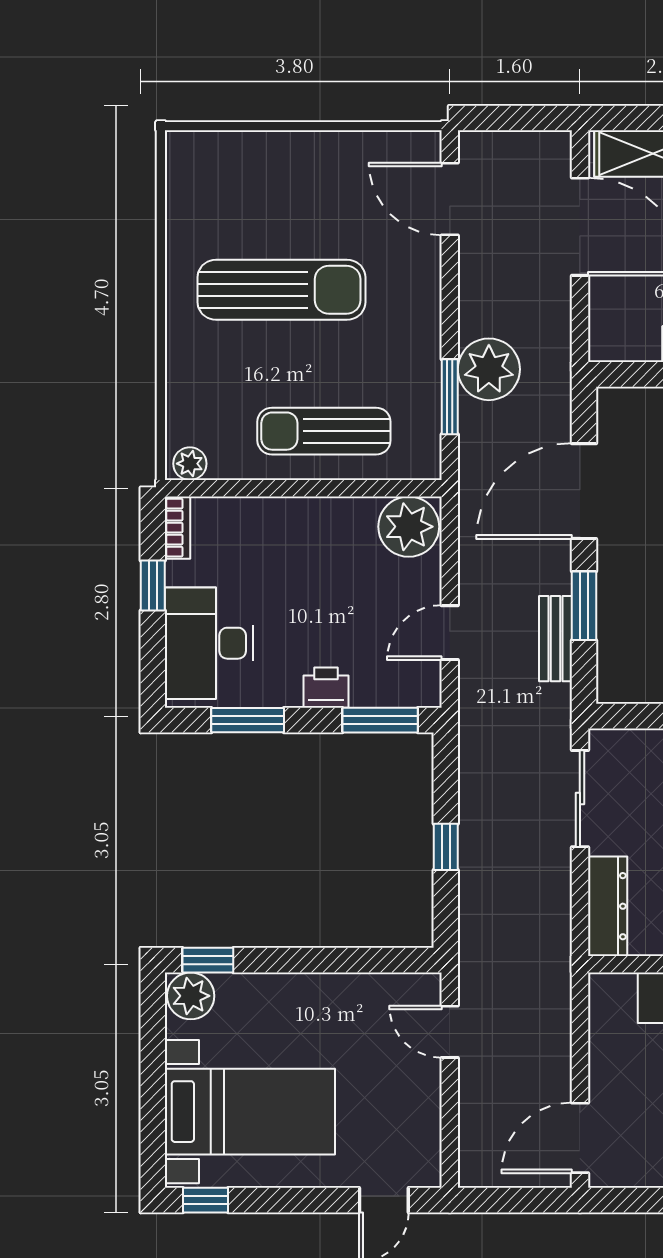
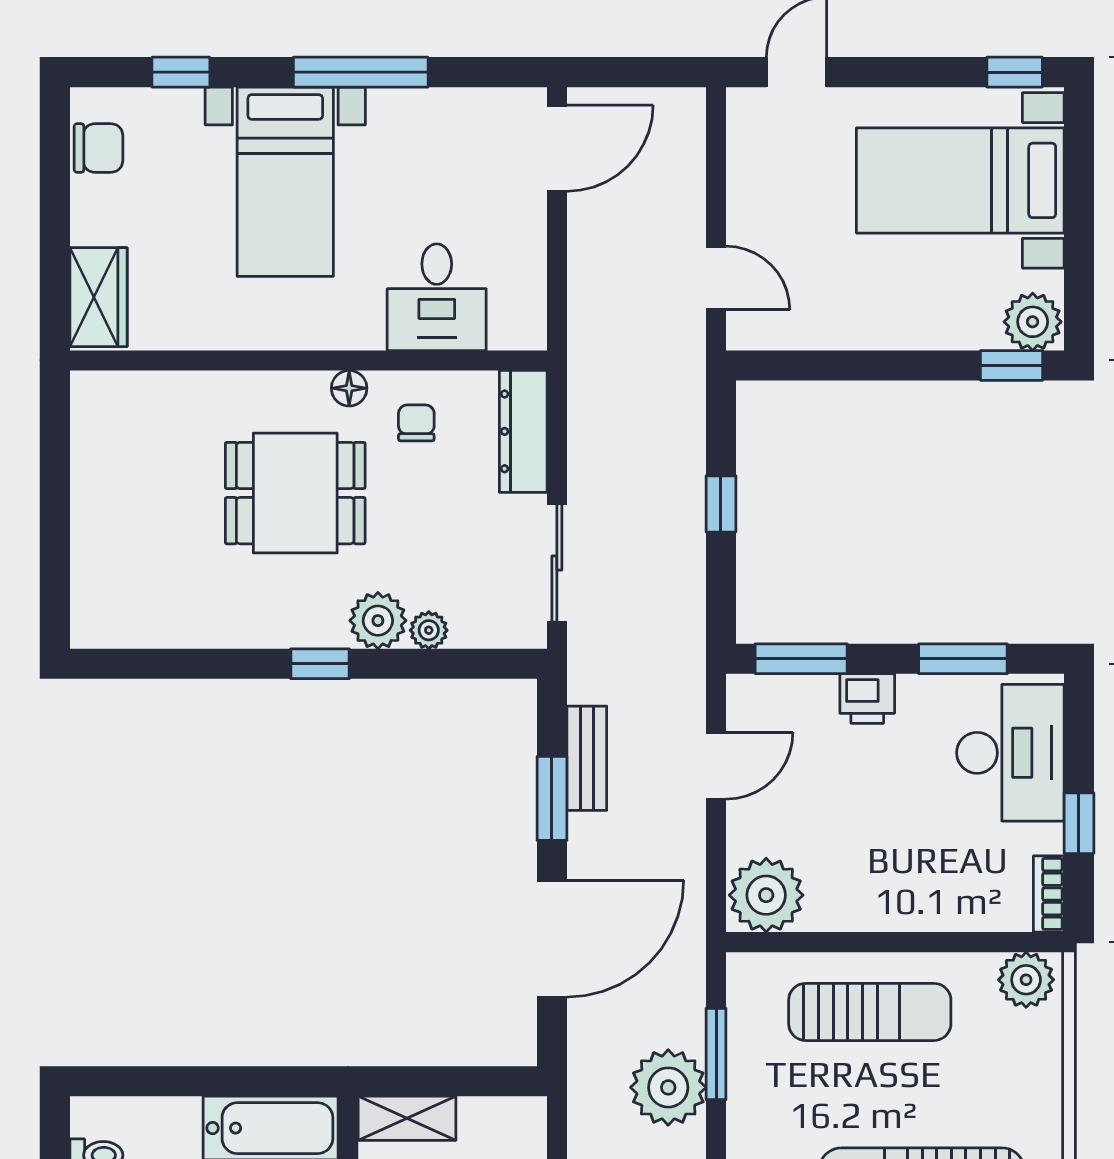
plant: (190, 464) -> (1026, 980), width x1.38, depth x1.38

